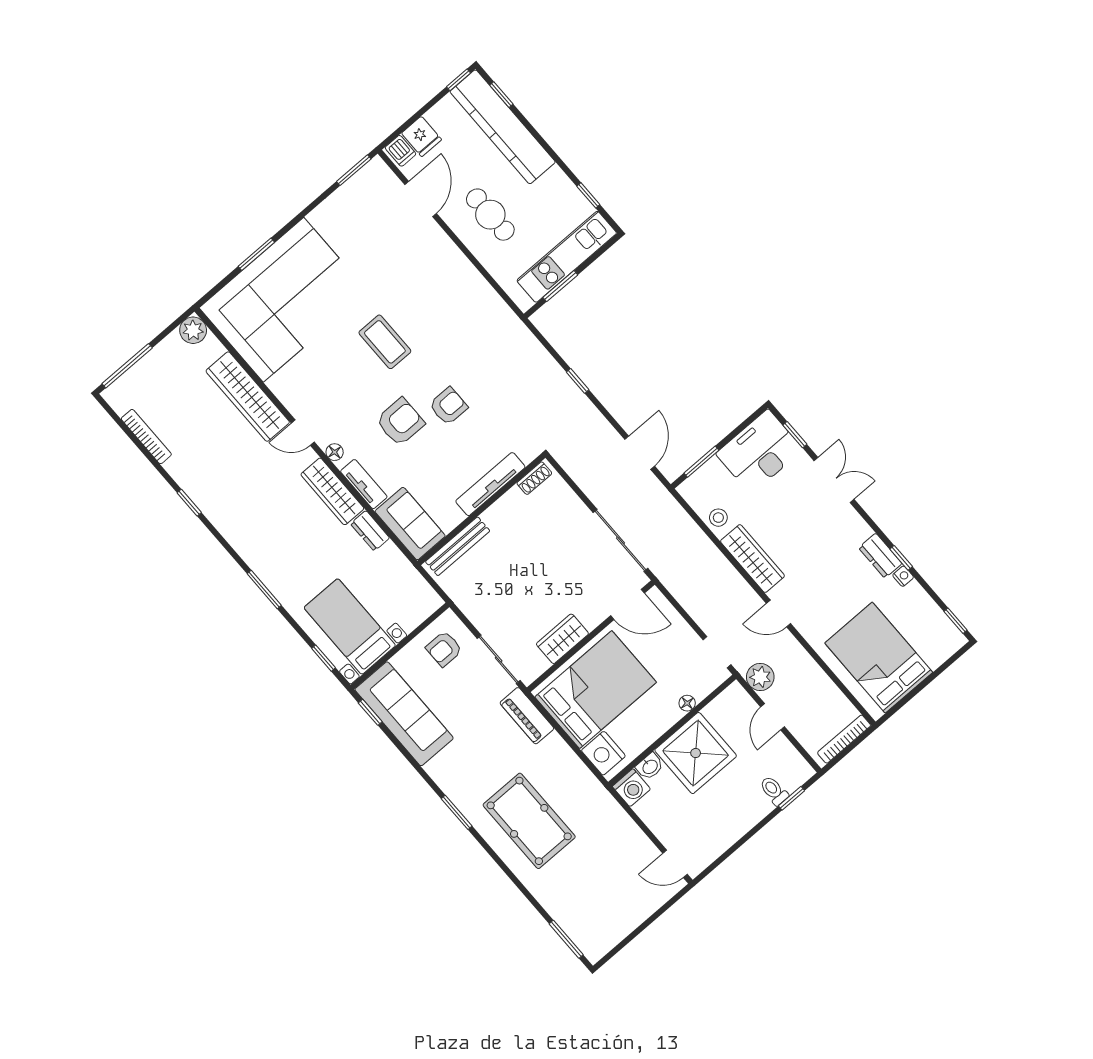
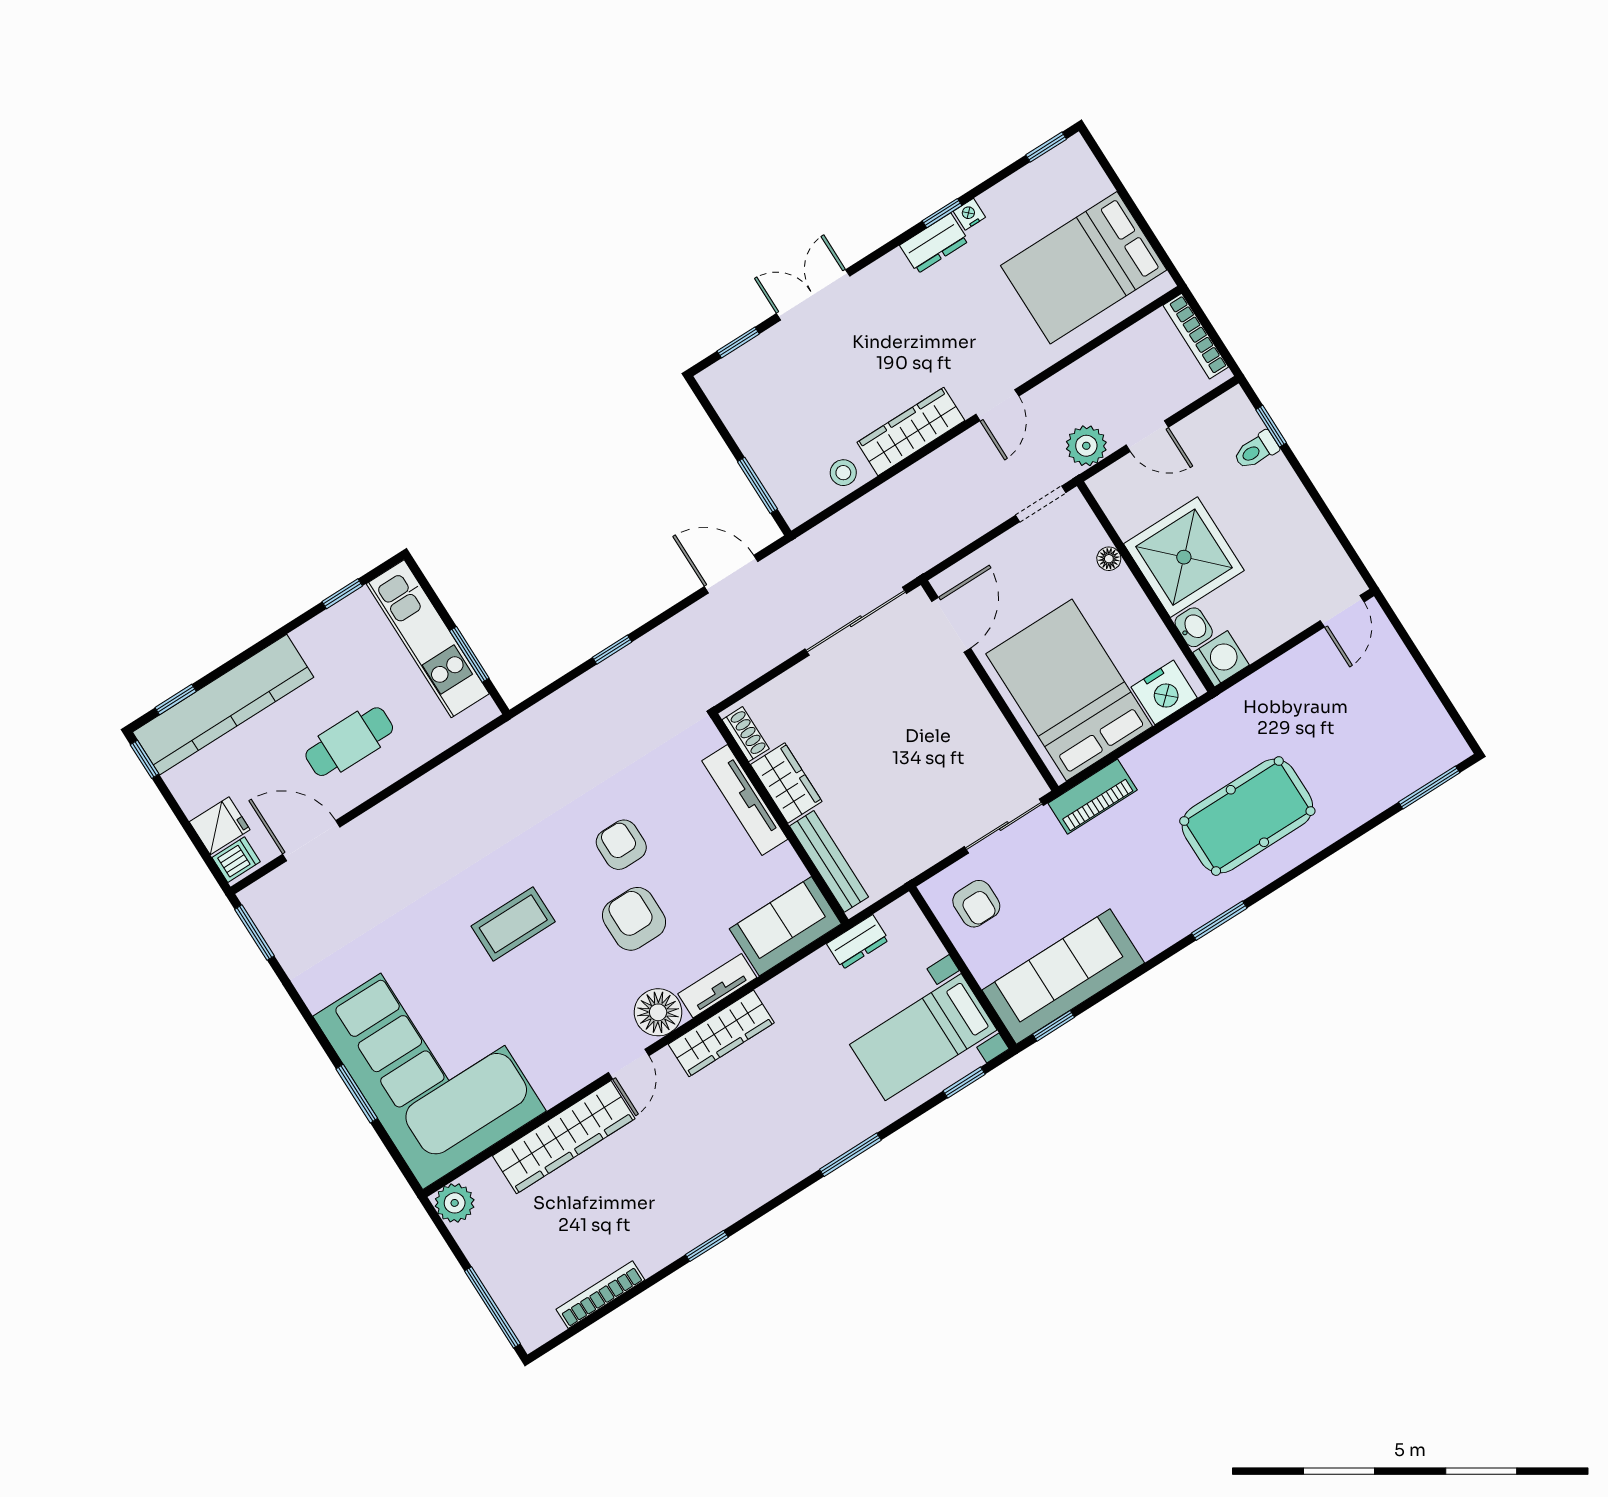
floor lamp: (335, 452) -> (658, 1012), width x1.89, depth x1.89
desk: (759, 452) -> (755, 398), removed
dresser: (370, 531) -> (858, 942), moved
wardrobe: (562, 639) -> (786, 783), moved, turned 180

